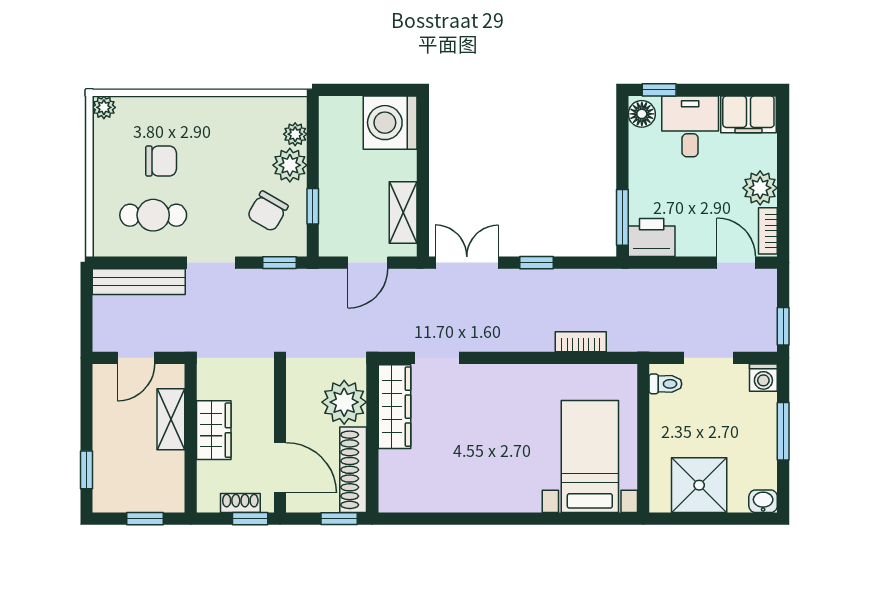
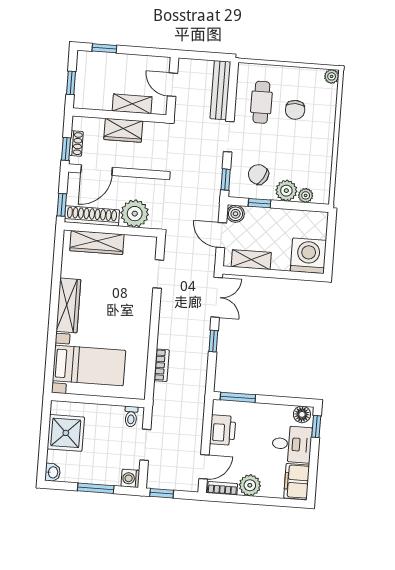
printer: (652, 237) -> (223, 430), moved
boiler: (333, 243) -> (236, 214), added
wardrobe: (394, 407) -> (97, 243), moved
wardrobe: (497, 496) -> (68, 305), added

